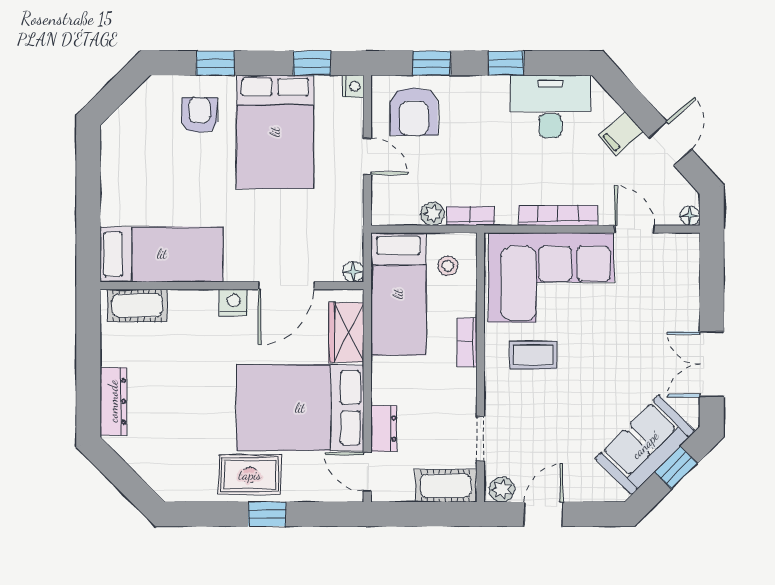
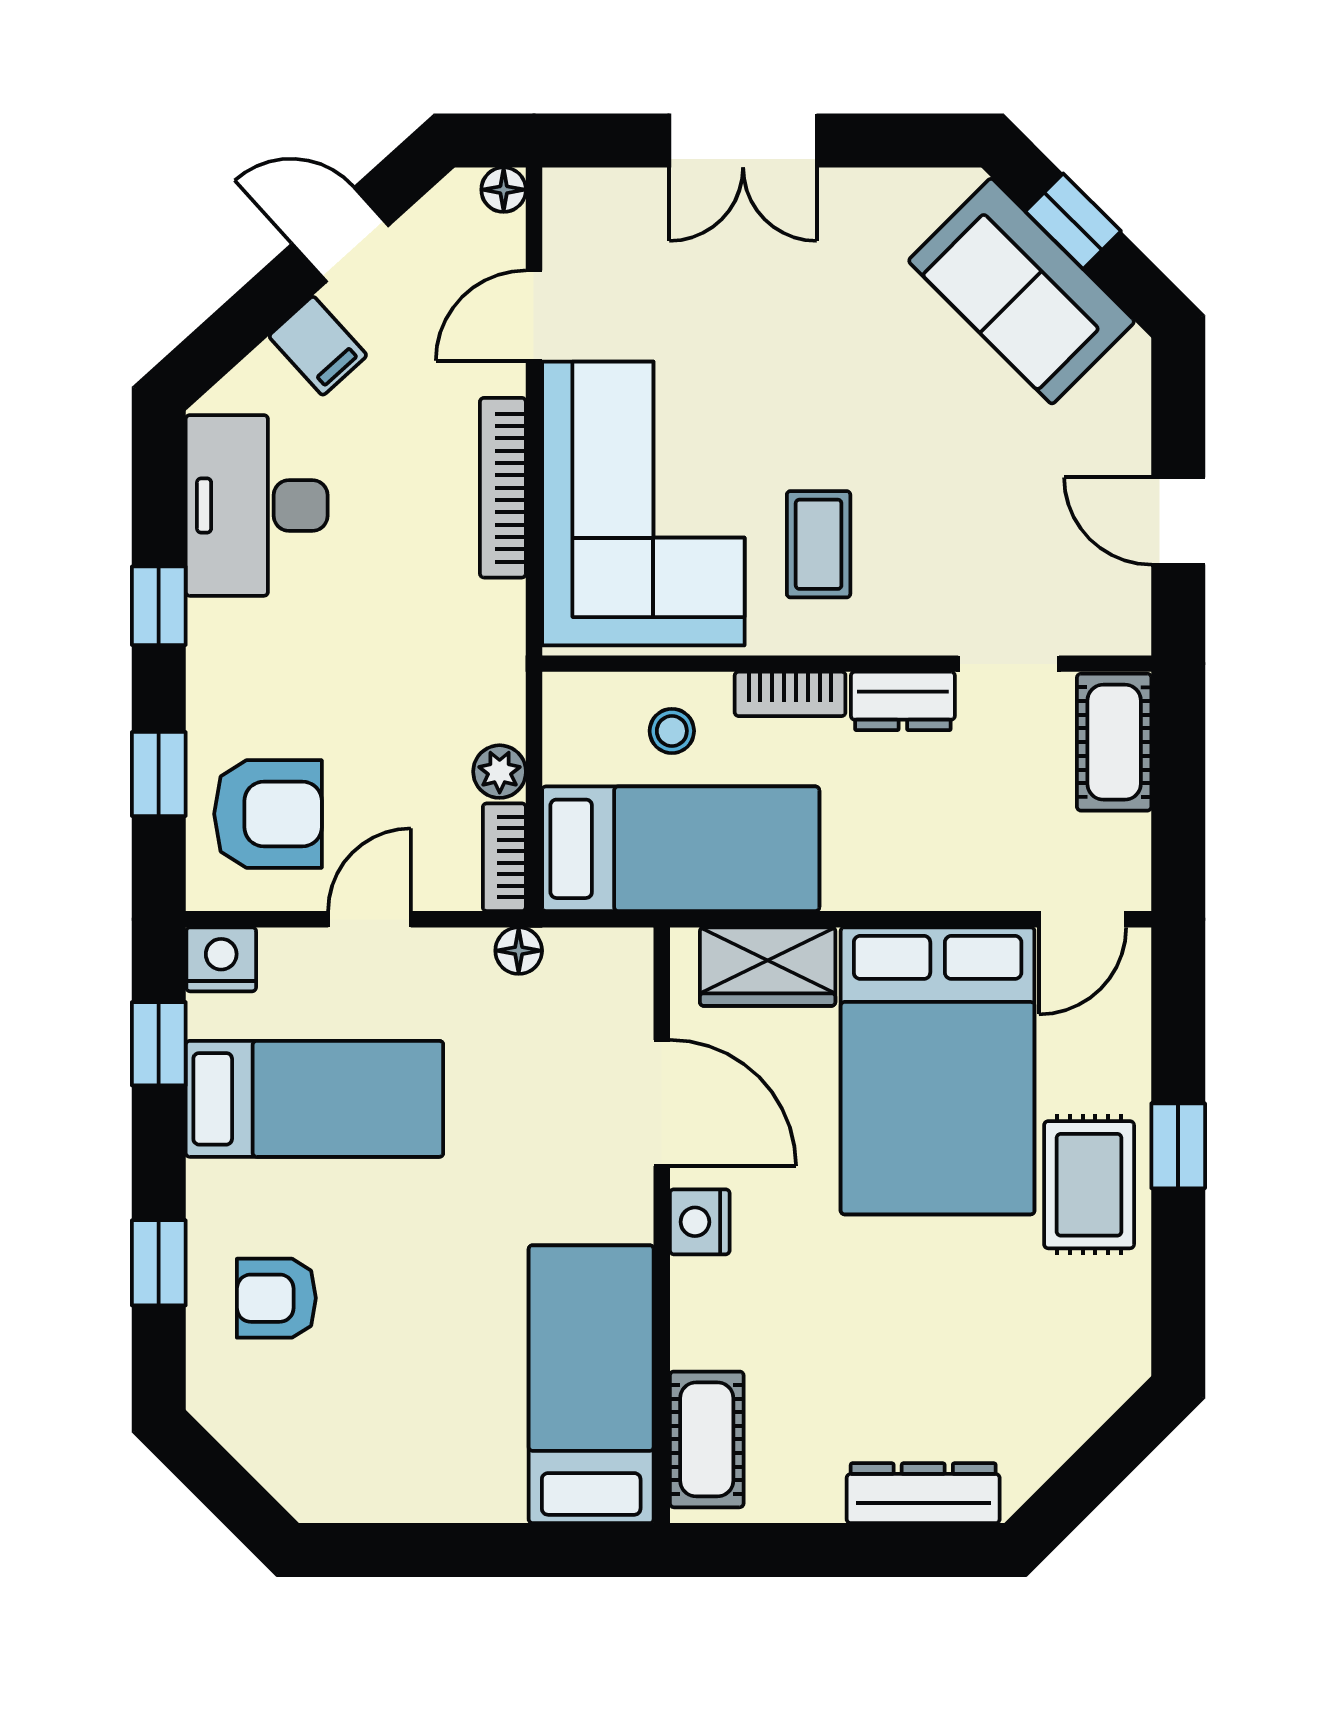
nightstand: (353, 86) -> (221, 959), width x1.39, depth x1.35
bed: (275, 132) -> (314, 1099), width x0.67
bookcase: (470, 216) -> (504, 857), moved
stool: (448, 266) -> (672, 731), moved
floor lamp: (353, 272) -> (519, 951), moved
double door: (712, 364) -> (743, 140), moved
dresser: (384, 429) -> (903, 701), moved, turned 180
plant: (502, 490) -> (1123, 615), removed

